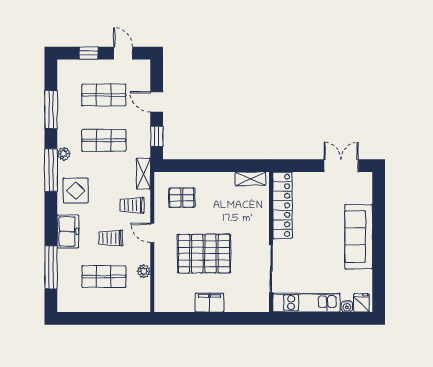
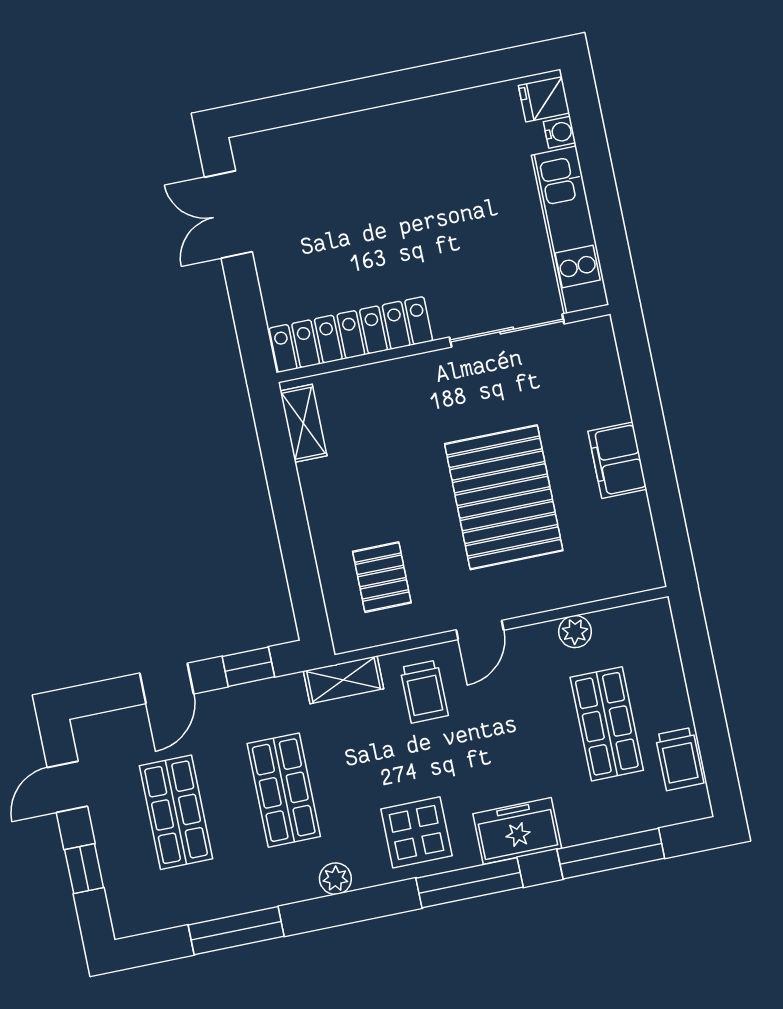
window: (51, 170) -> (469, 883), moved
sofa: (359, 237) -> (388, 138), removed
trolley: (111, 238) -> (679, 759), moved

